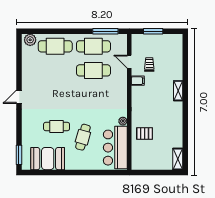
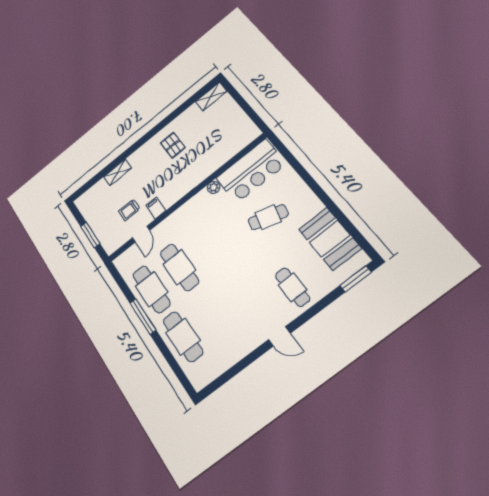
window: (105, 31) -> (143, 316), moved
plant: (30, 40) -> (197, 376), removed
shelving: (178, 91) -> (118, 172), moved
cafe table: (57, 126) -> (292, 287), moved
pallet: (145, 134) -> (173, 145), moved

